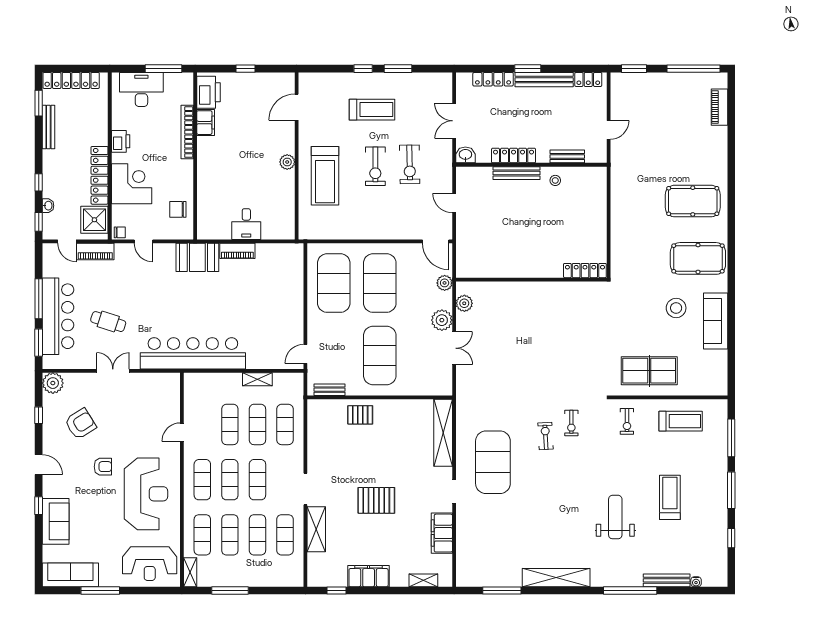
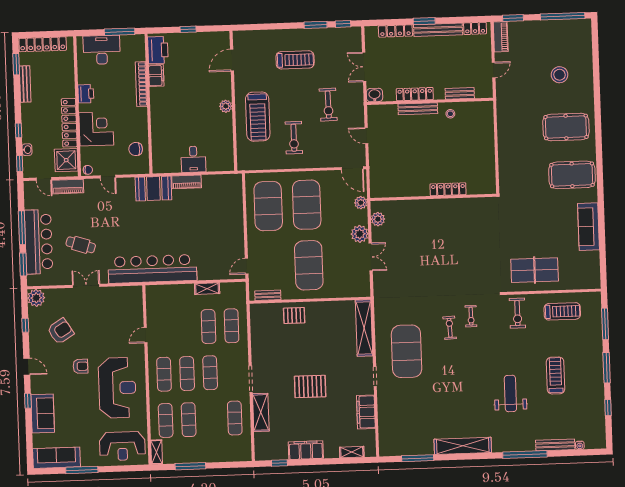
window: (363, 69) -> (343, 24), moved
piano: (719, 107) -> (501, 37), moved, turned 180
exercise bike: (375, 166) -> (294, 138), moved
locker: (585, 271) -> (448, 189), moved
stool: (676, 308) -> (559, 75), moved
exercise bike: (627, 421) -> (517, 313), width x1.38, depth x1.39
exercise mat: (230, 424) -> (185, 327), removed
exercise mat: (257, 535) -> (212, 419), removed

